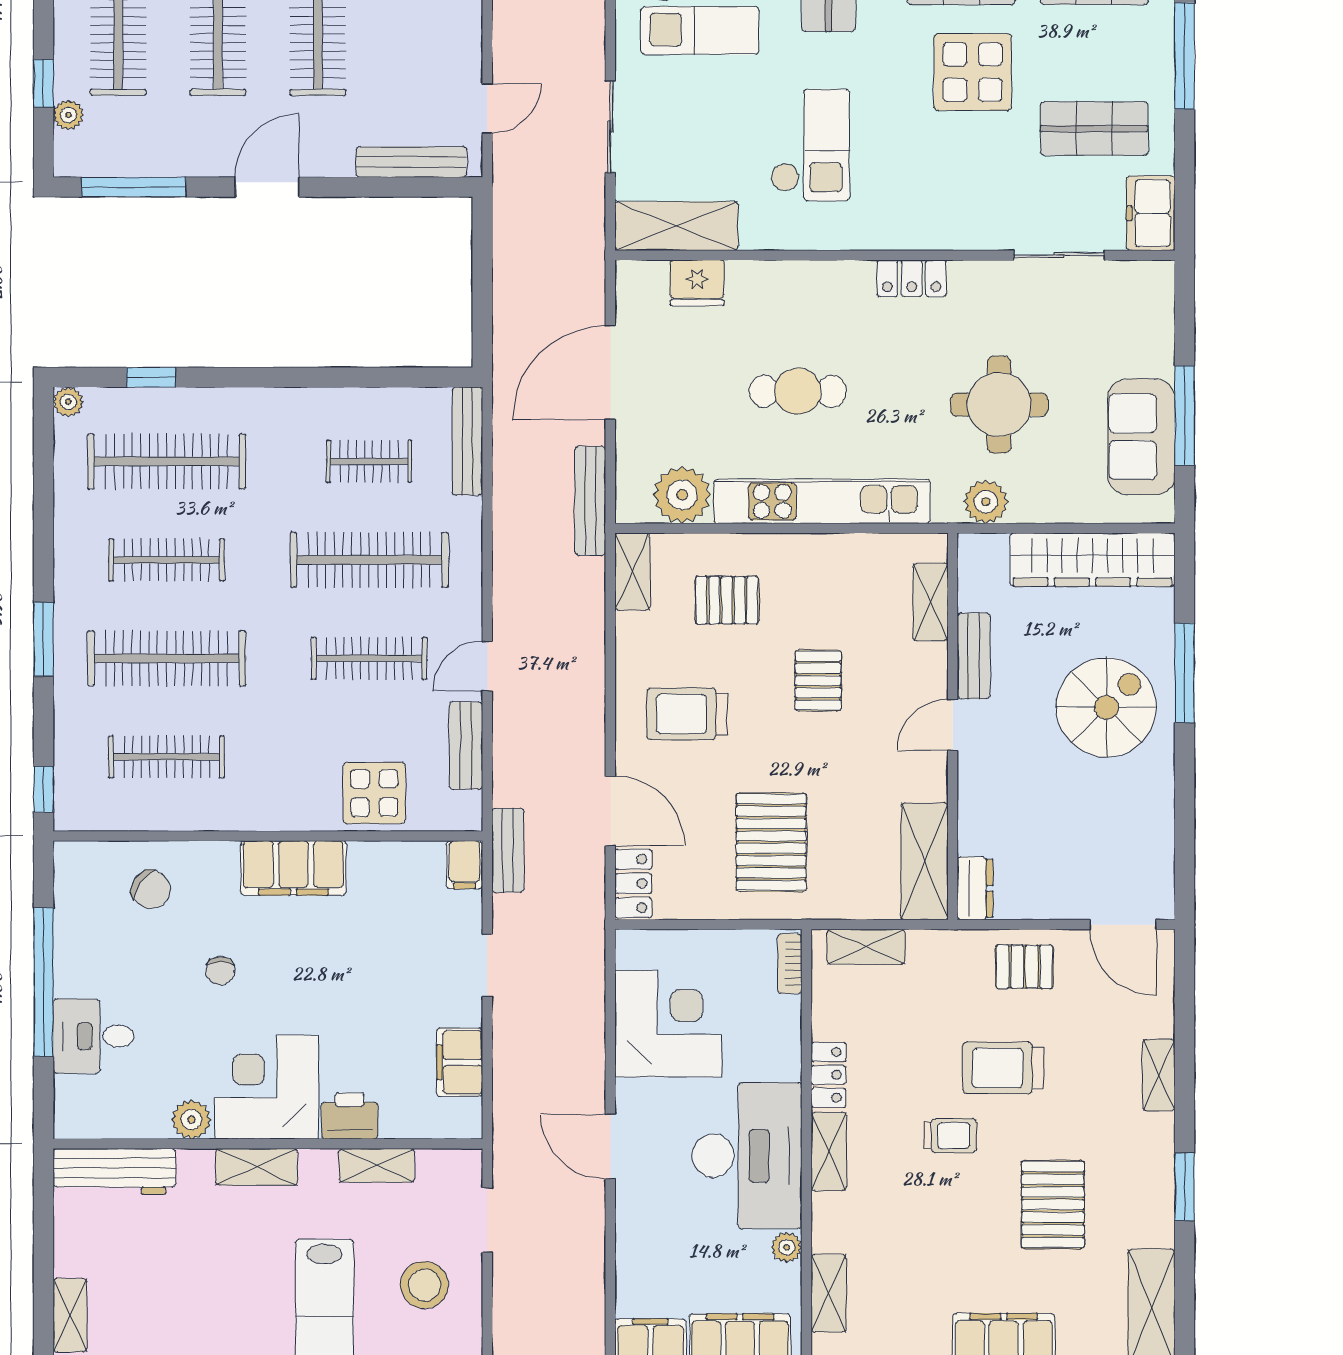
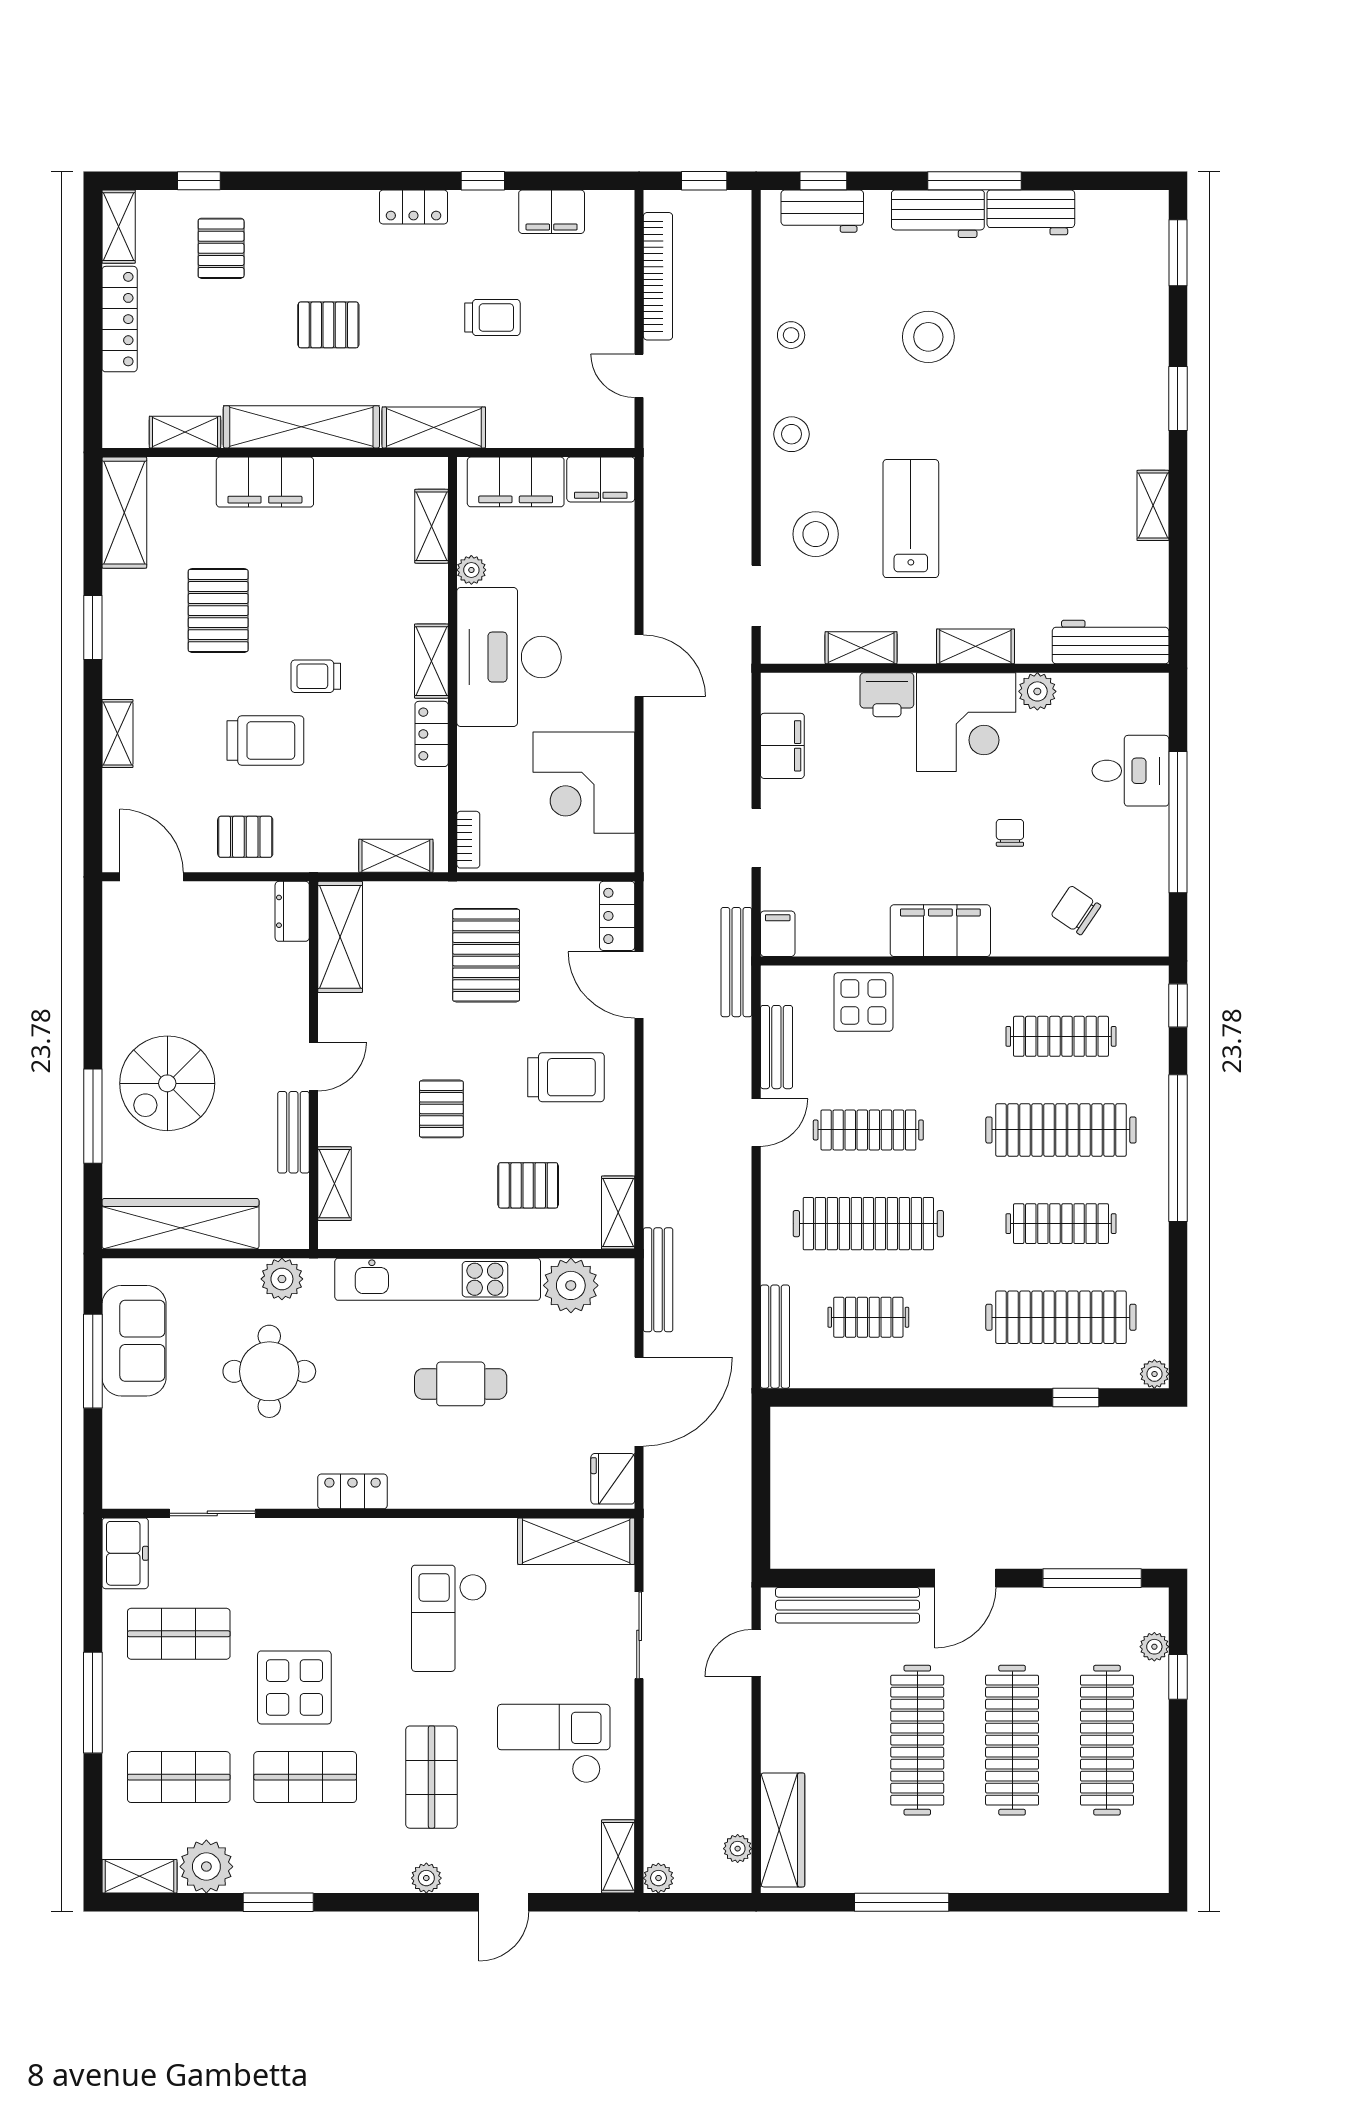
bench: (411, 162) -> (848, 1605), width x1.37, depth x1.21
fridge: (697, 283) -> (613, 1479), moved, turned -90
window: (44, 639) -> (1178, 1148), width x2.11
bench: (508, 850) -> (736, 962), width x1.36

